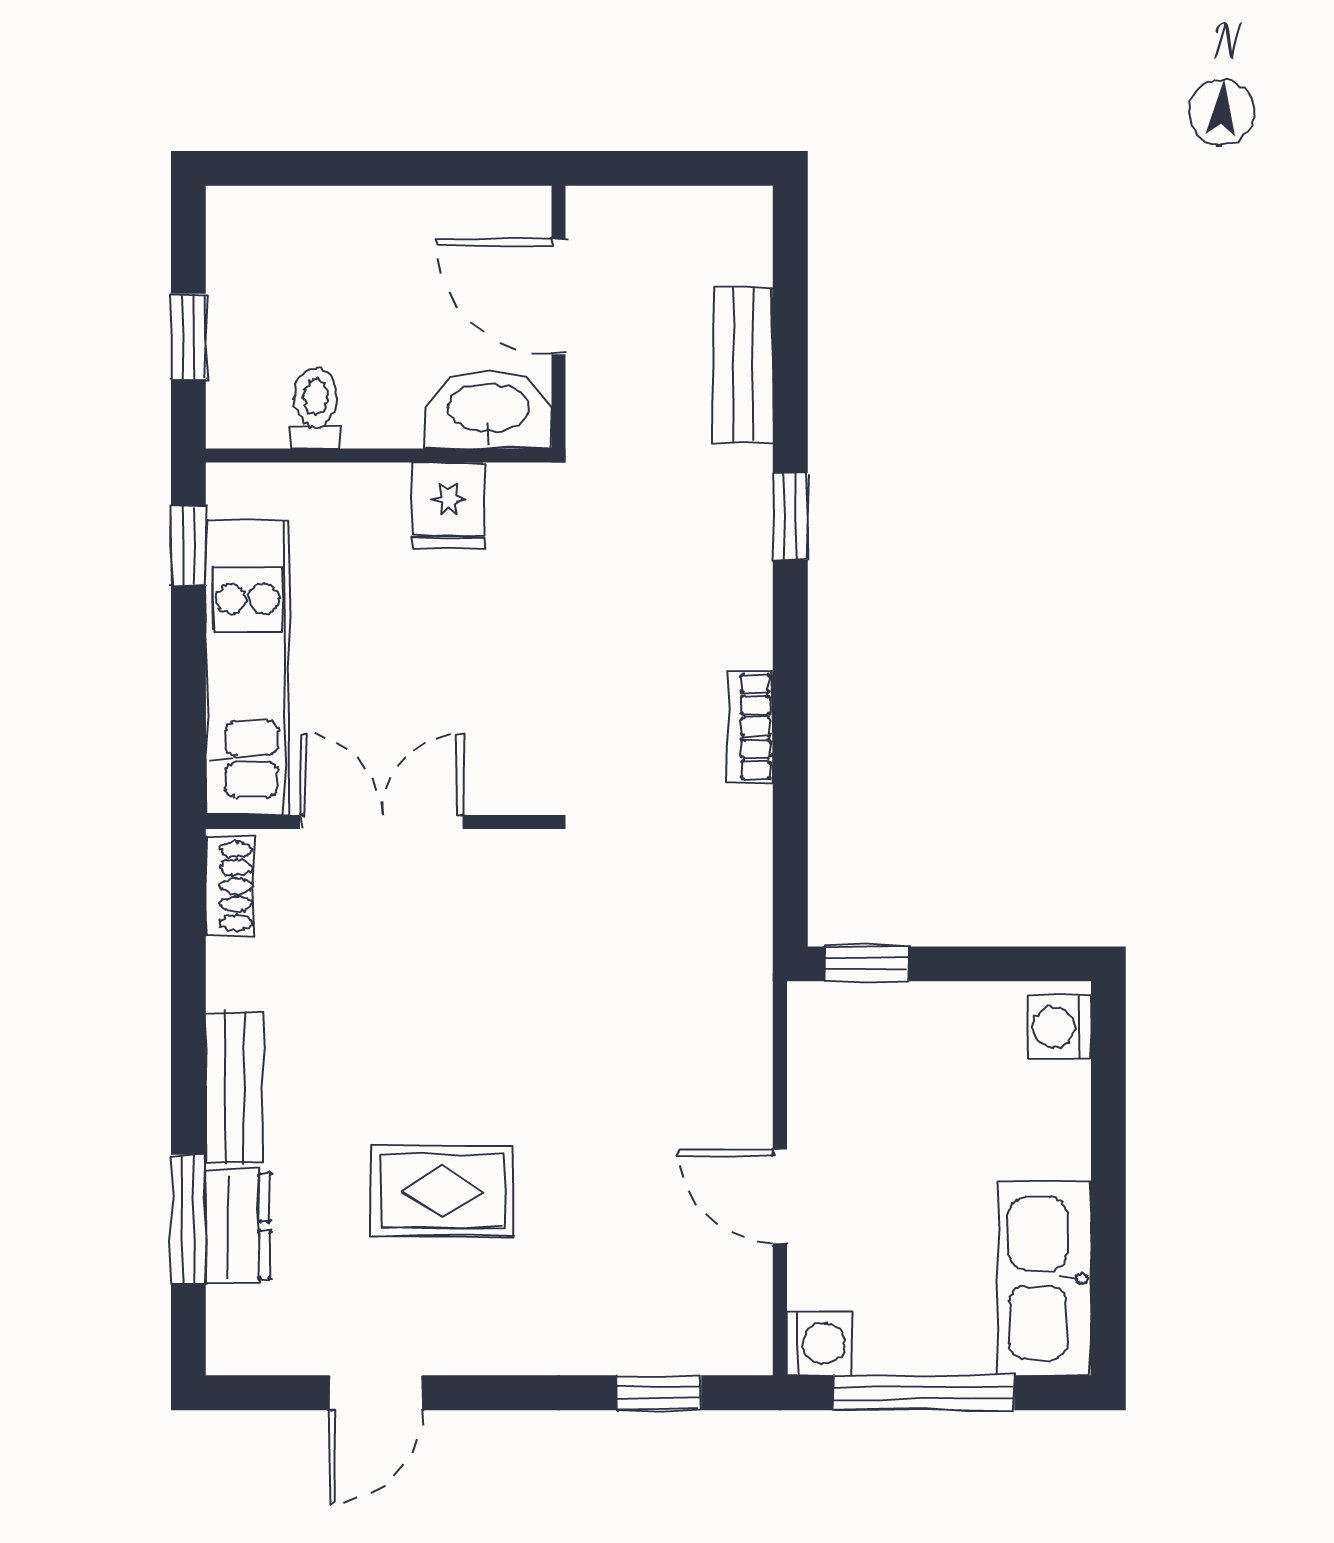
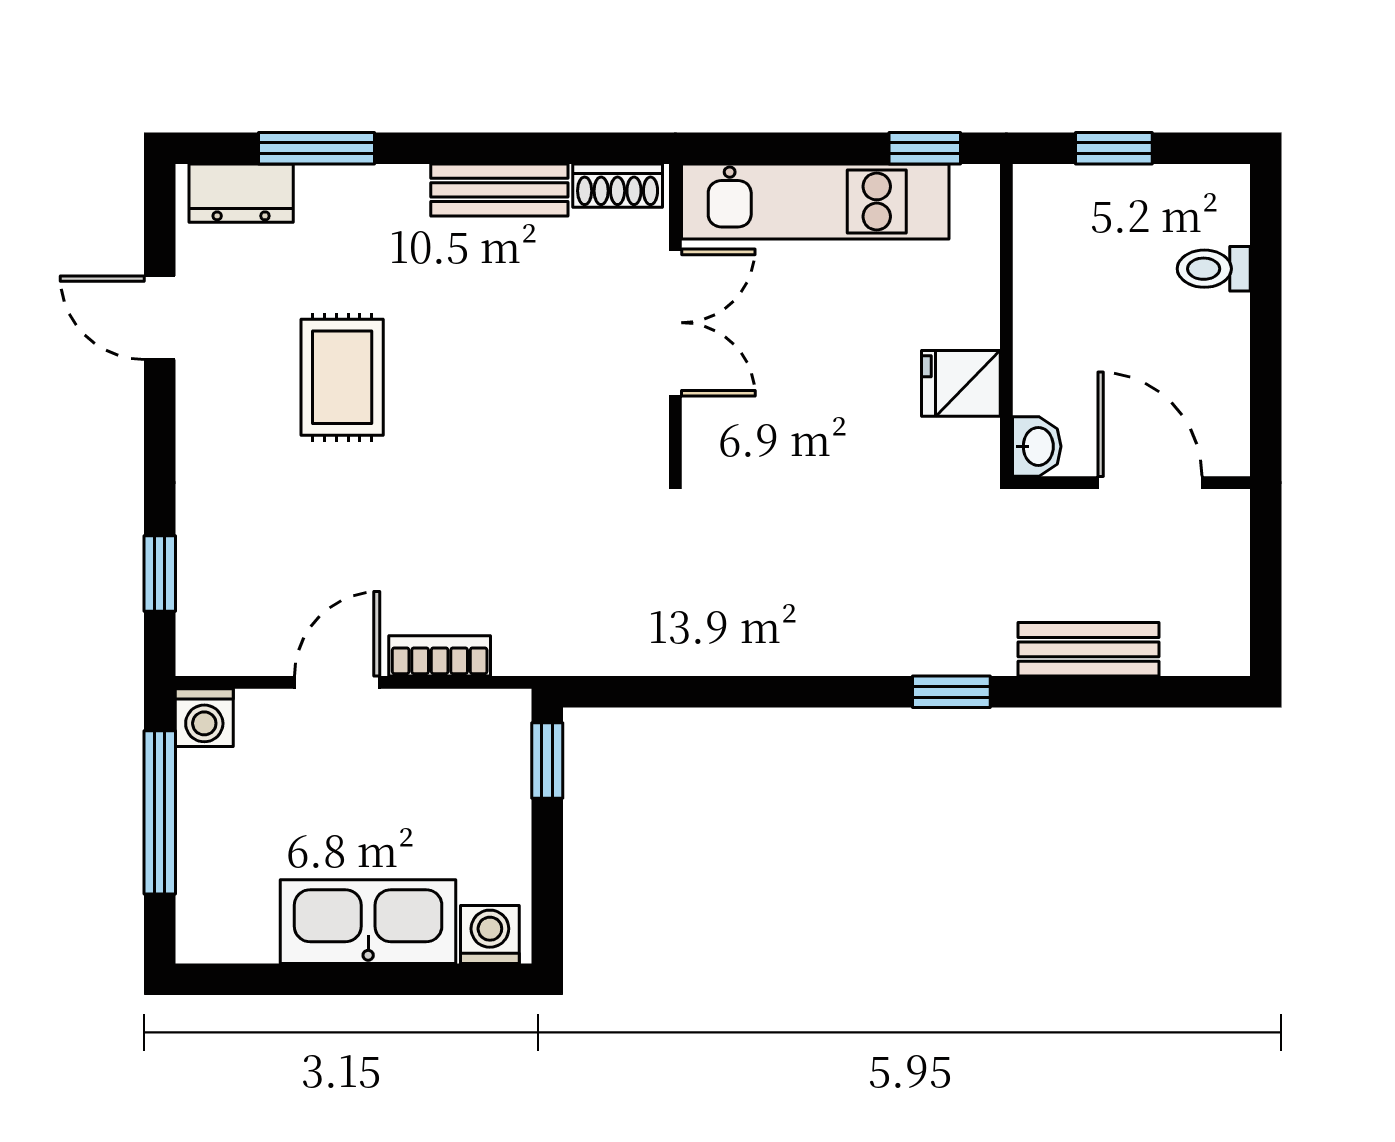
door: (558, 297) -> (1150, 483), hinge flipped
toilet: (315, 408) -> (1214, 269), moved, turned 180
washbasin: (488, 410) -> (1037, 446), width x0.52, depth x0.69
bookcase: (750, 727) -> (440, 656), moved
bench: (235, 1088) -> (499, 190), moved
dresser: (238, 1226) -> (241, 193), moved
kitchen sink: (1045, 1278) -> (368, 922), moved

